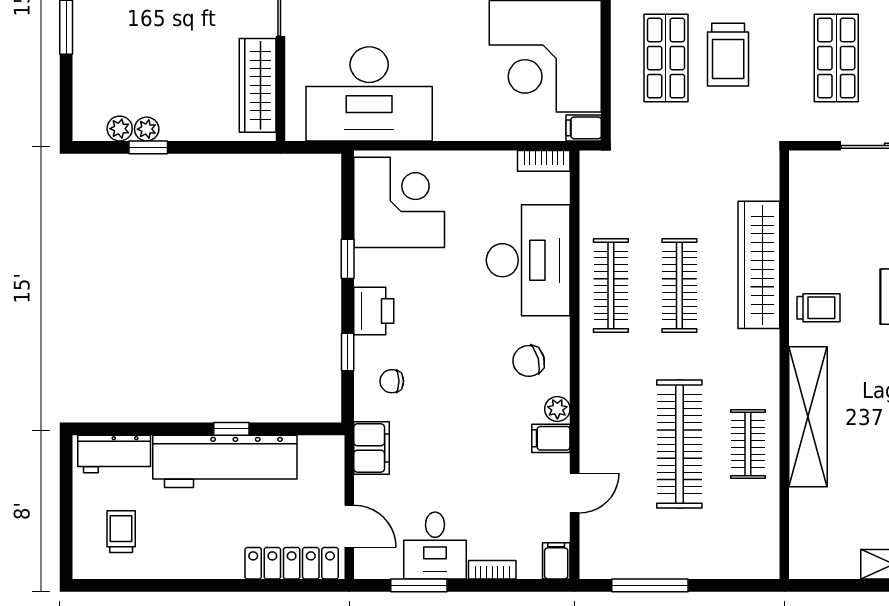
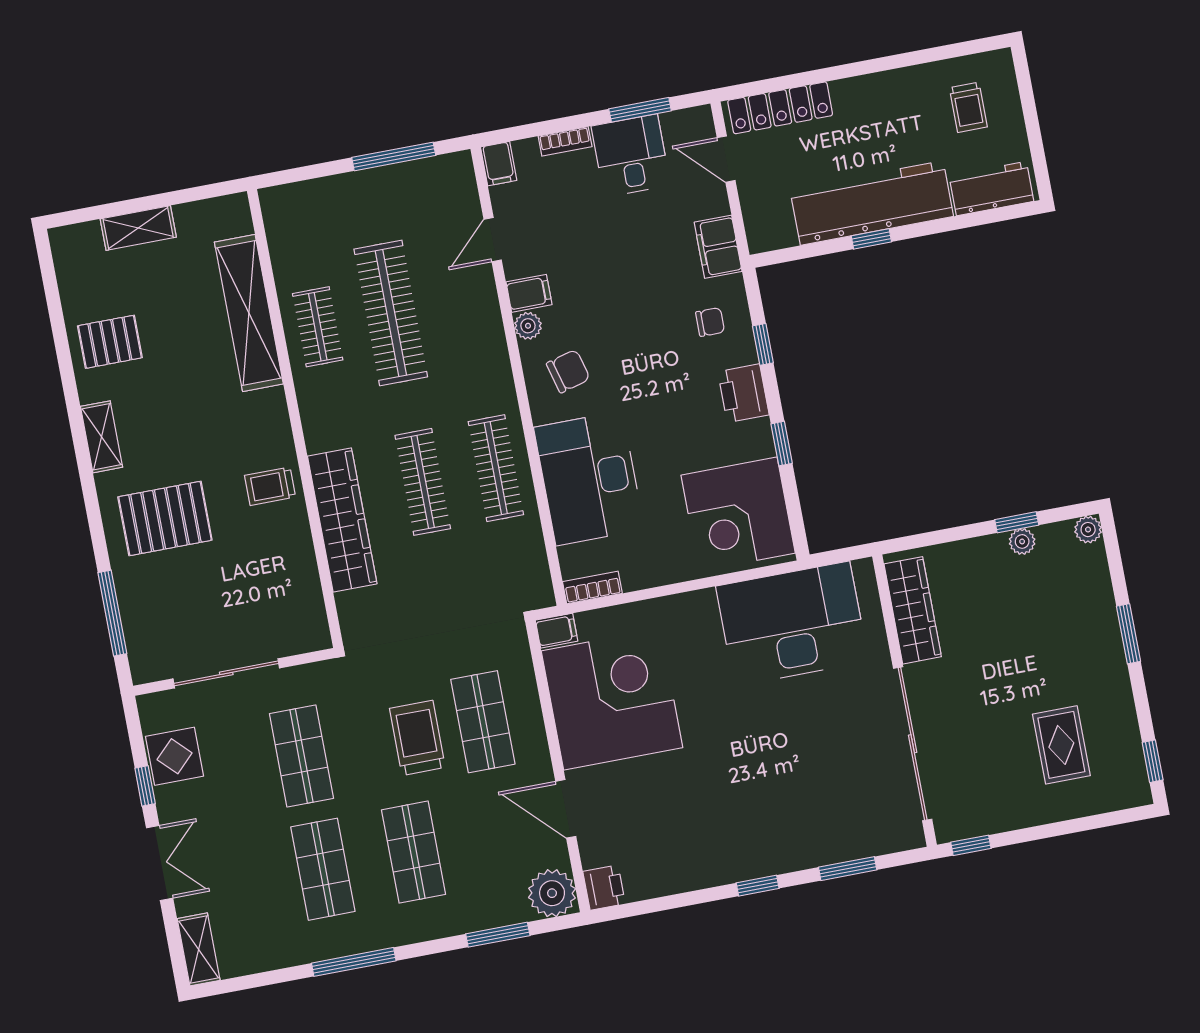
plant: (120, 129) -> (1088, 530), moved
shelving: (808, 417) -> (249, 313), moved

